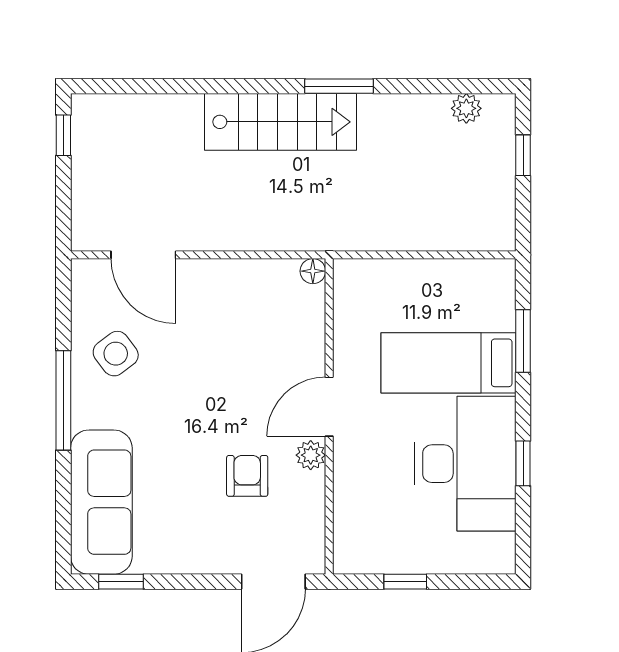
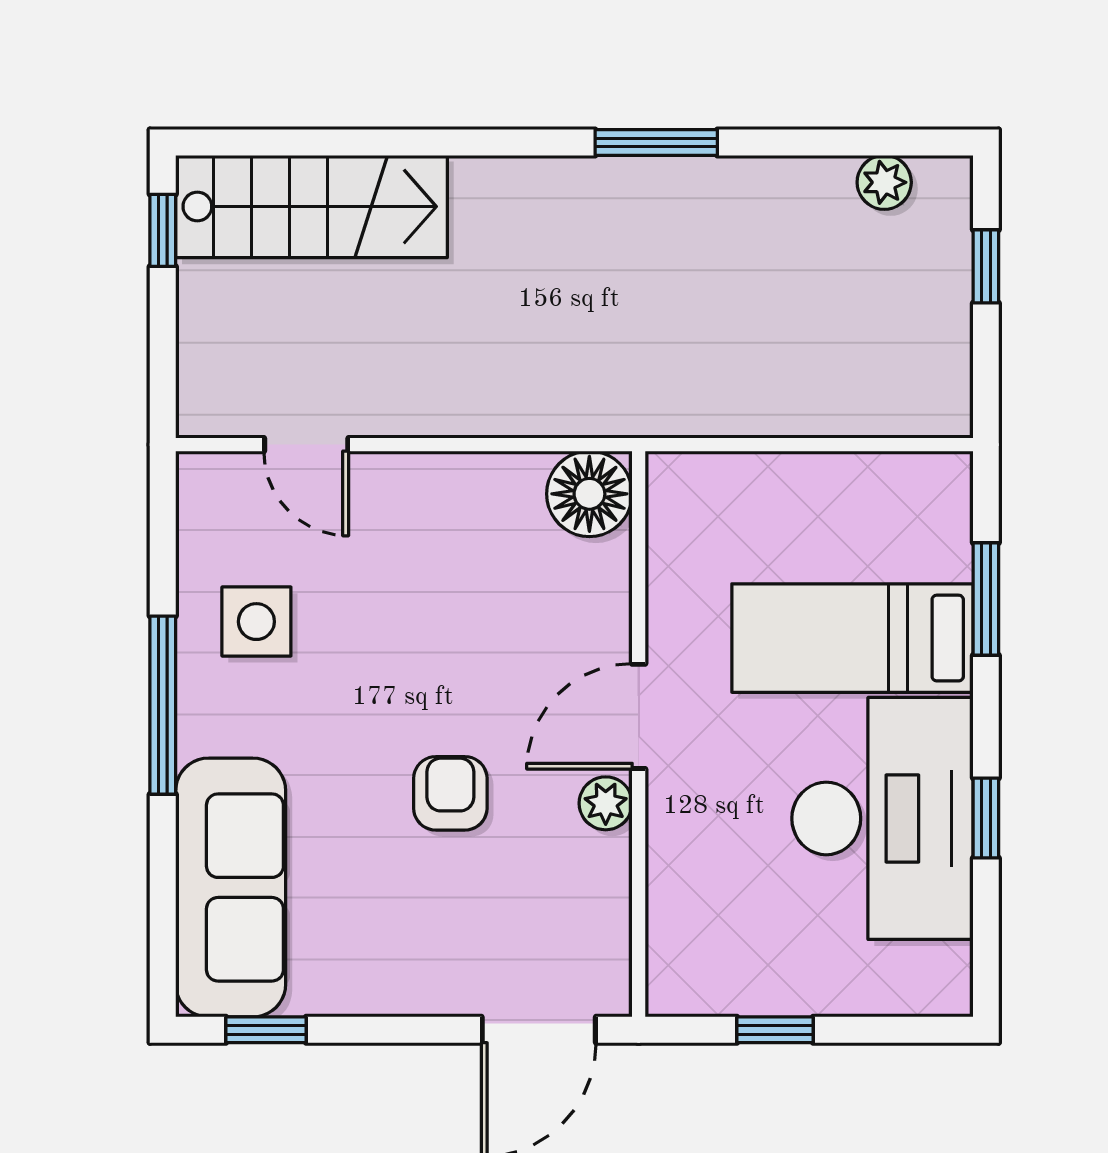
stairs: (280, 122) -> (311, 207), moved
door: (143, 255) -> (306, 445), width x0.73
floor lamp: (313, 271) -> (589, 494), width x1.89, depth x1.89
side table: (116, 354) -> (256, 622), turned 37
armchair: (247, 476) -> (450, 793), moved

